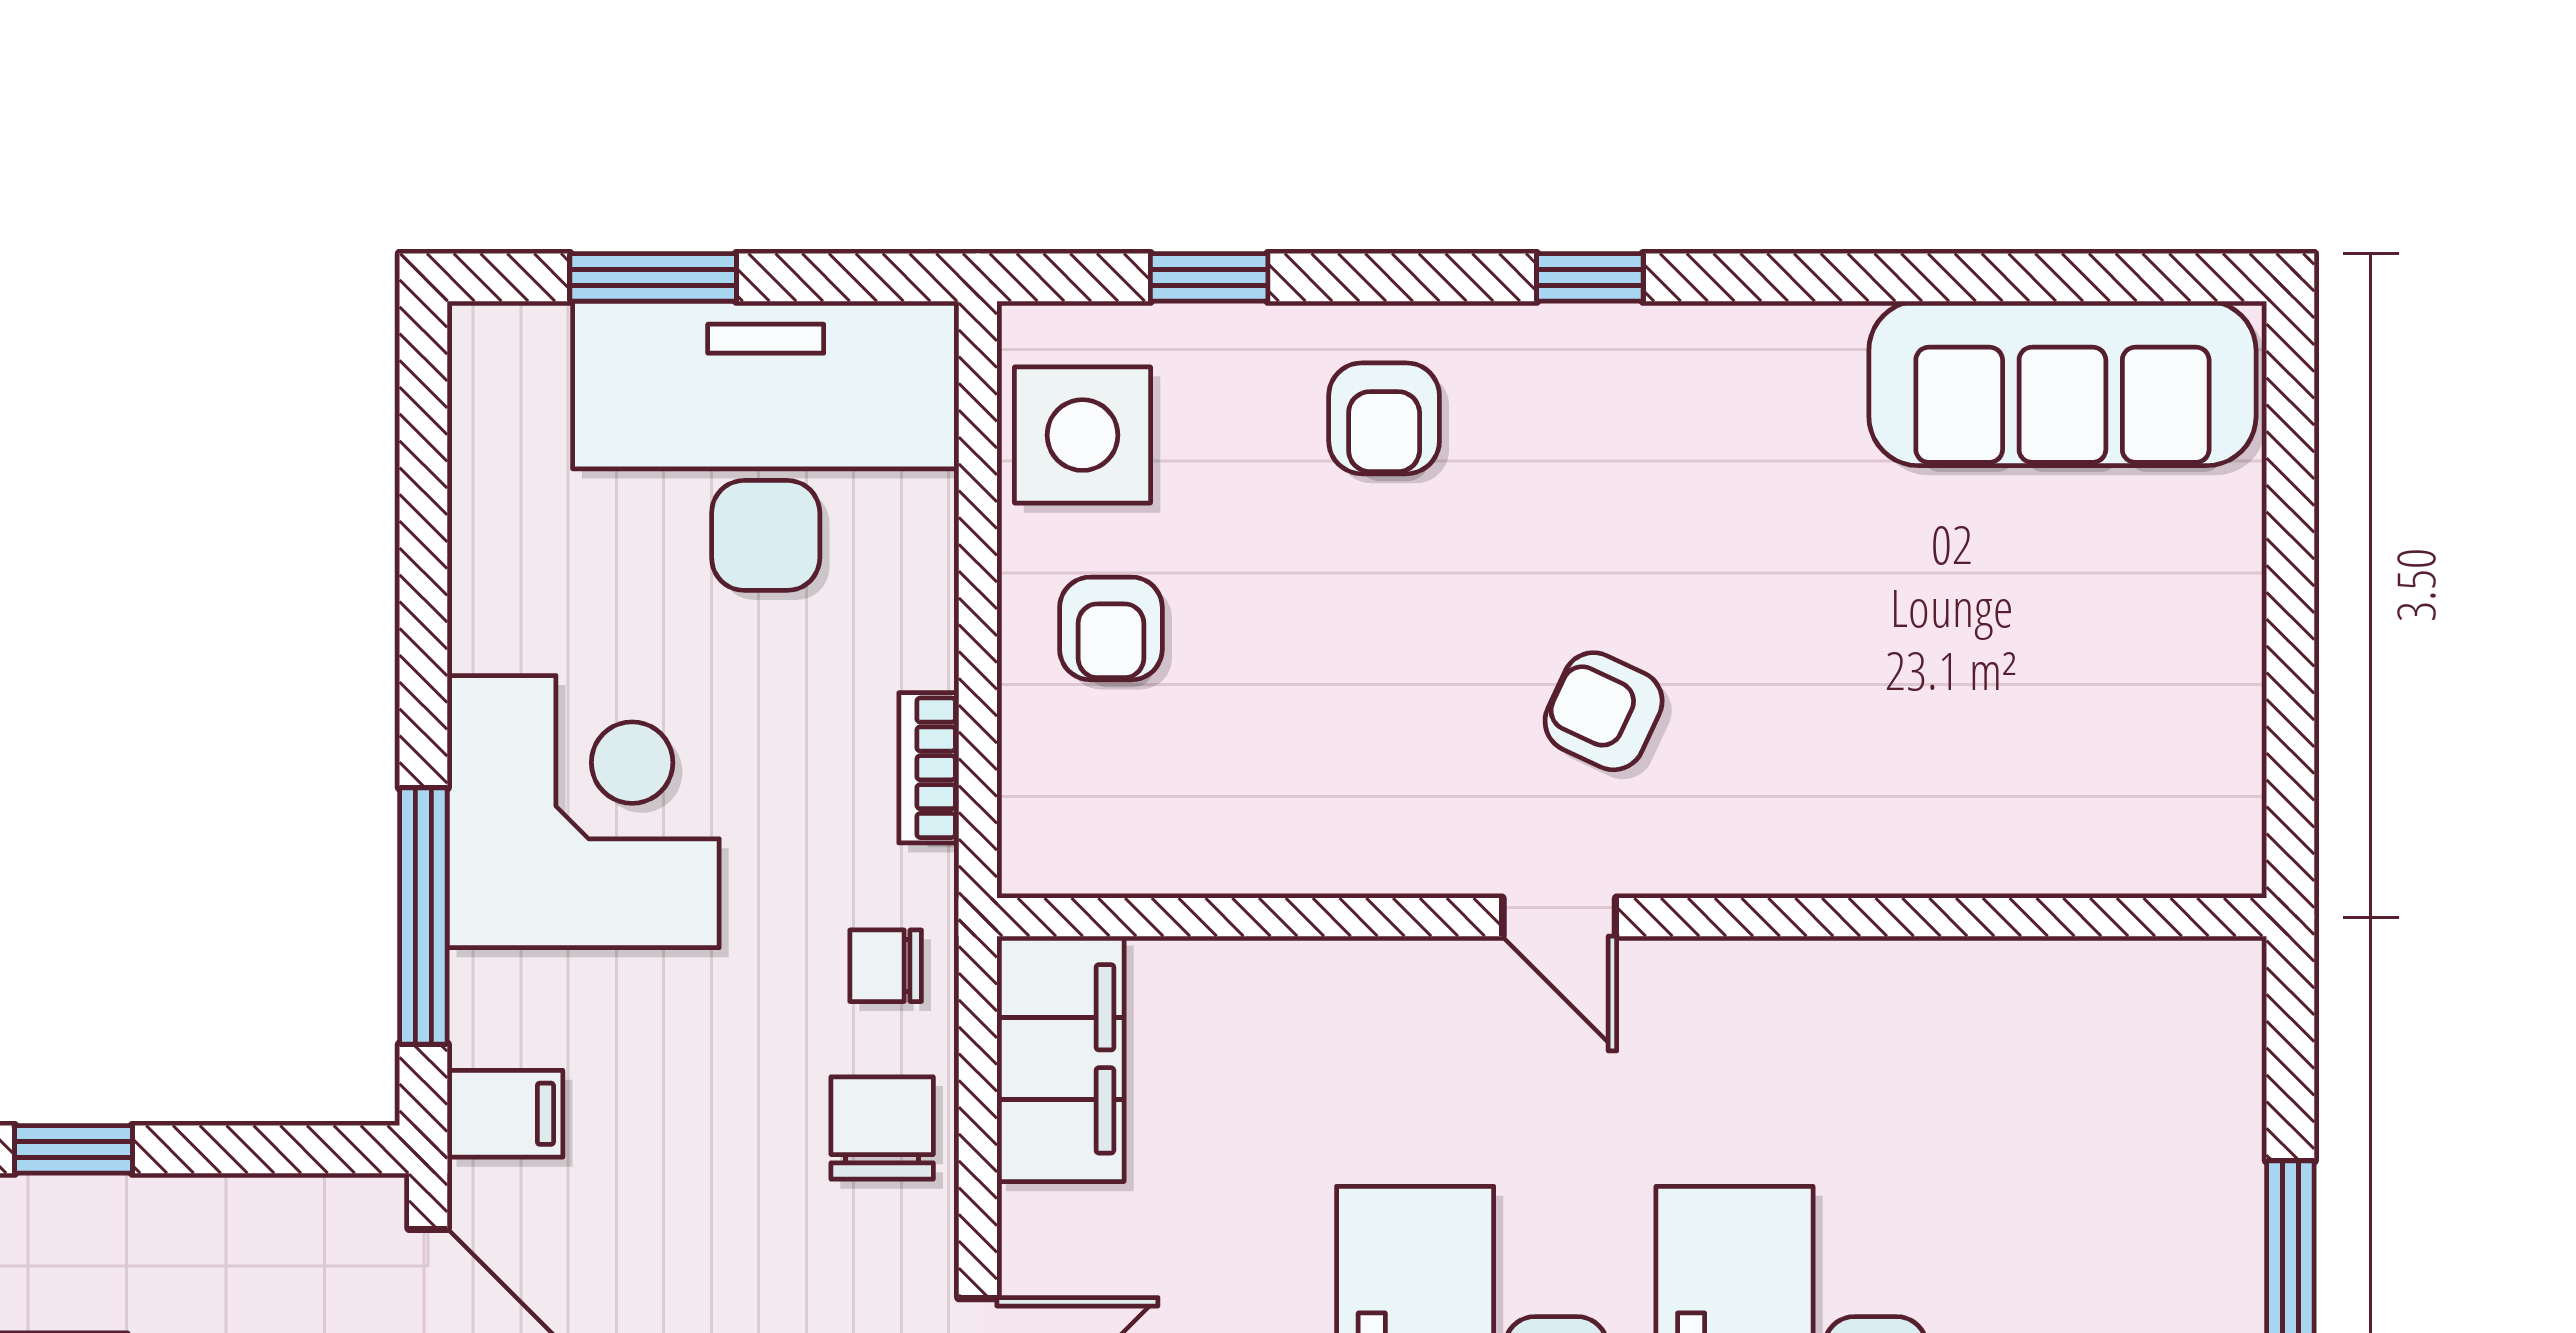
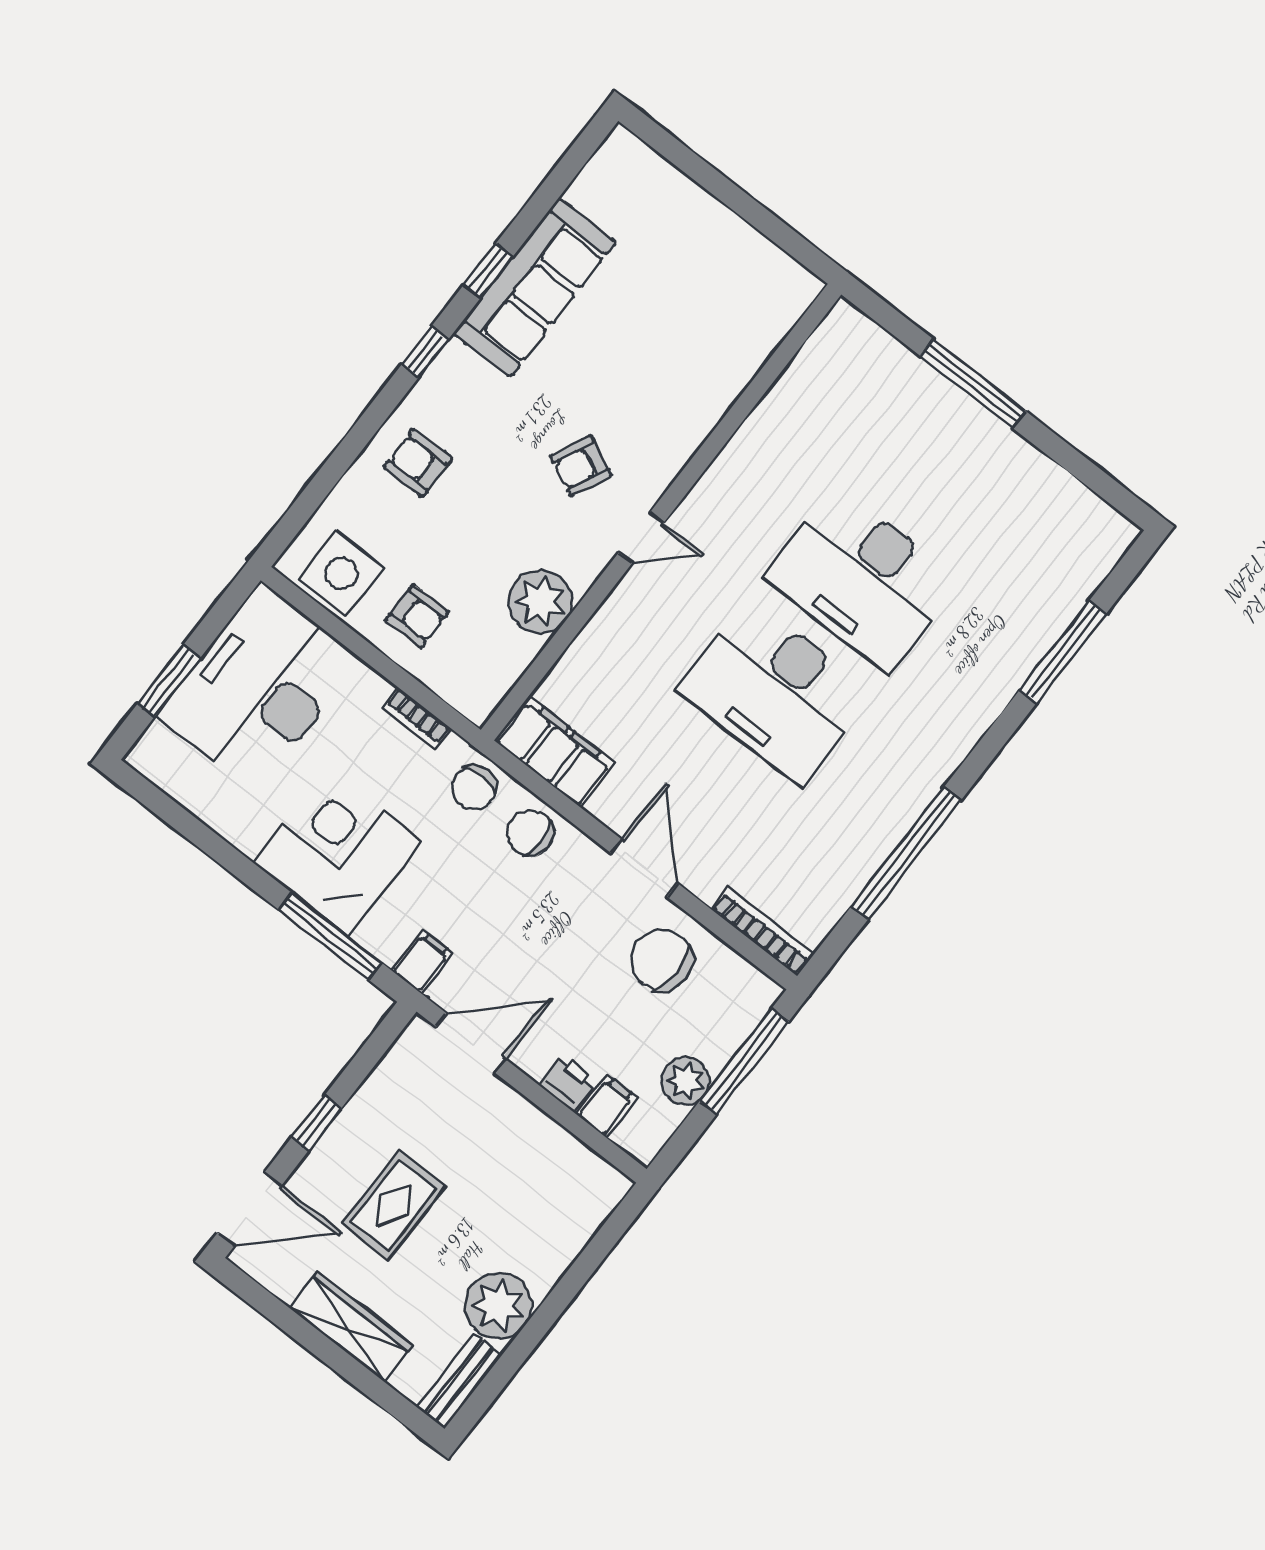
window: (1209, 277) -> (488, 271), moved
sofa: (2062, 383) -> (535, 288), moved
armchair: (1384, 418) -> (418, 463), turned 180
plant: (1307, 827) -> (541, 602), added
chair: (886, 966) -> (474, 788), width x1.37, depth x1.37

